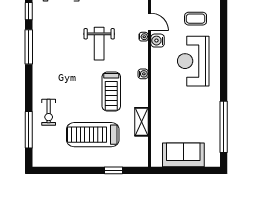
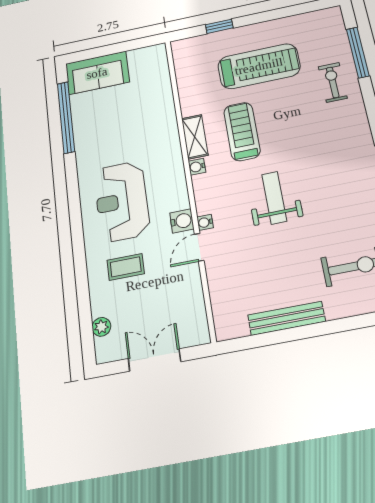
door: (149, 22) -> (199, 247), hinge flipped
reception desk: (193, 61) -> (122, 201), turned 180
shelving: (142, 122) -> (195, 137), moved
sofa: (183, 155) -> (97, 73), moved

